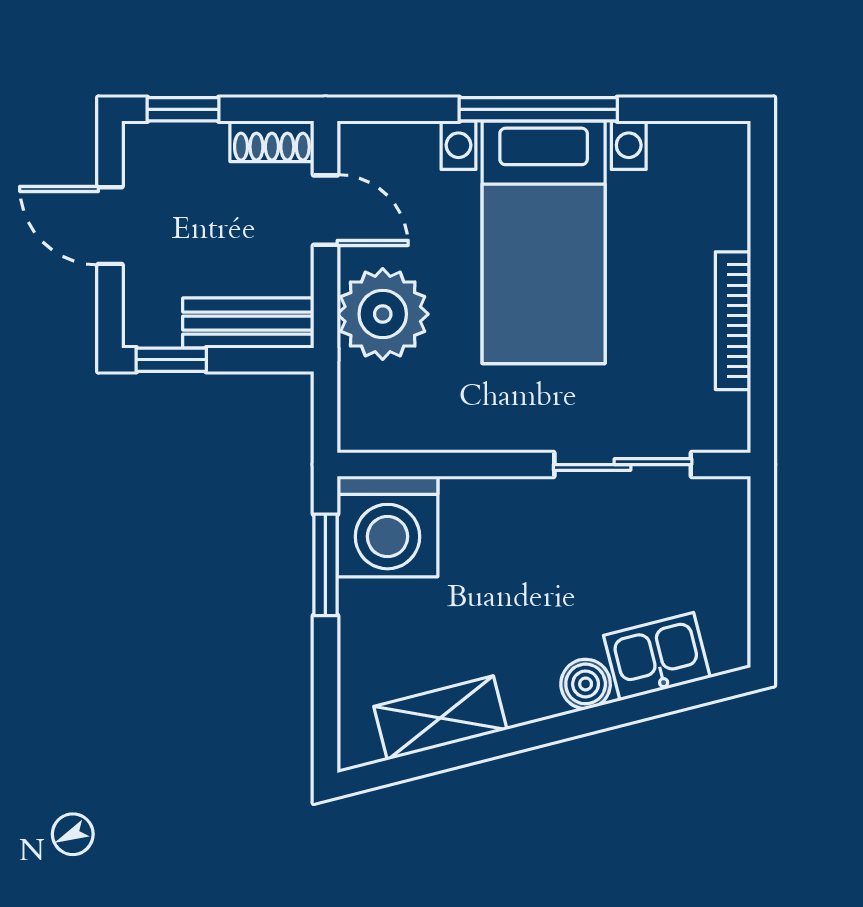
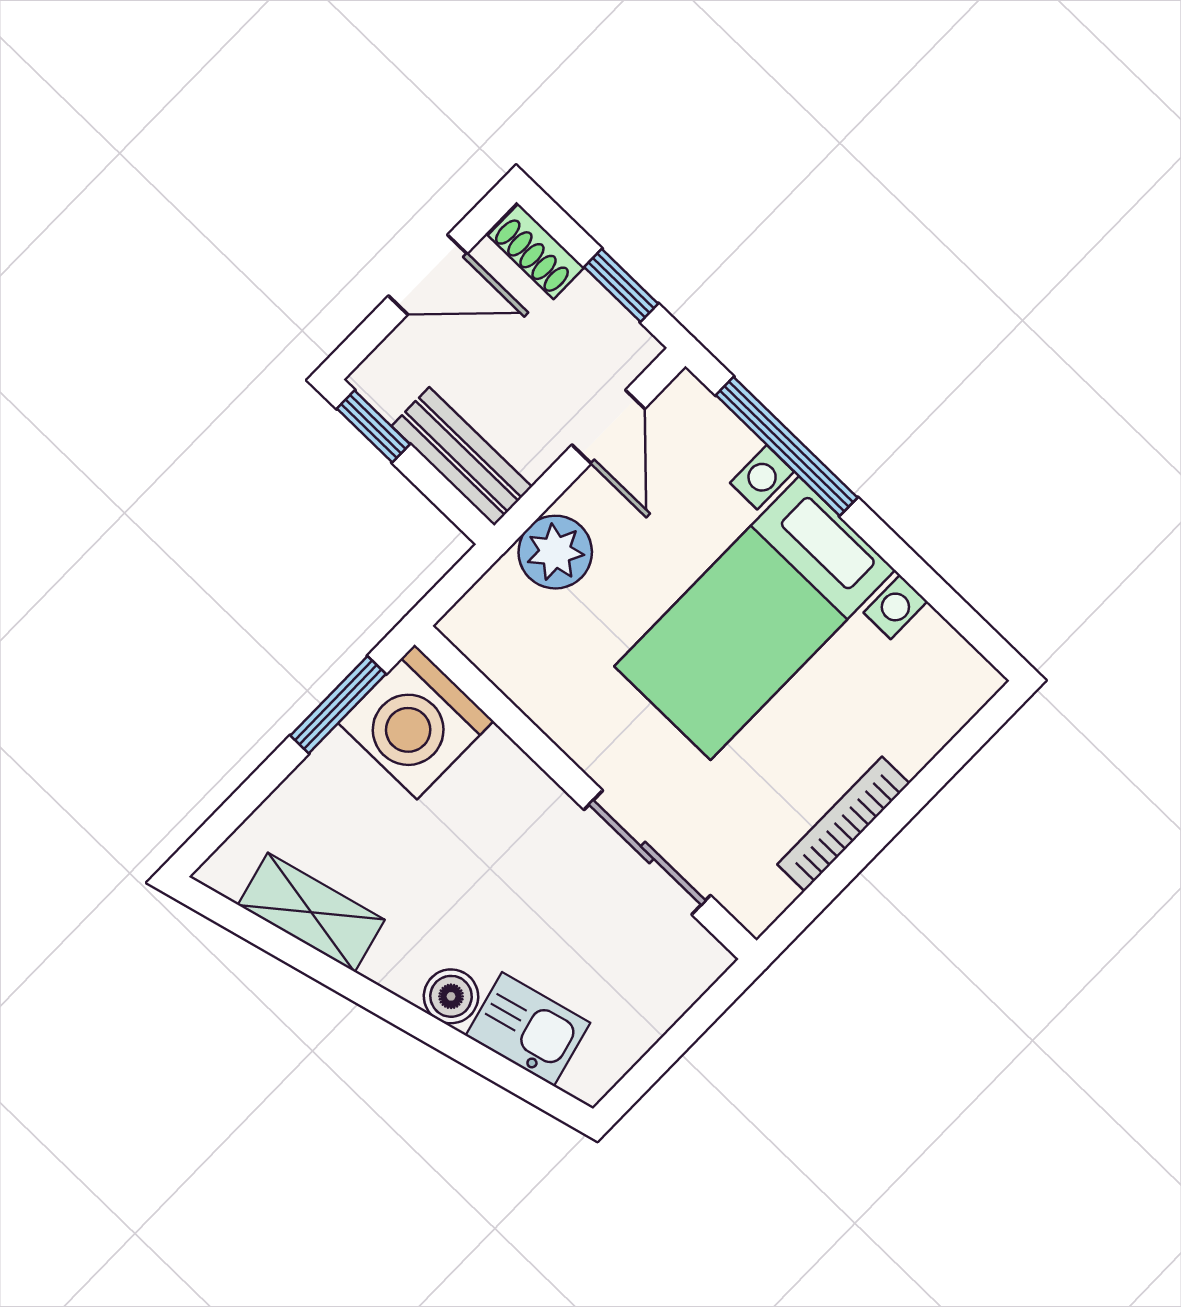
window: (183, 109) -> (621, 285), moved
window: (538, 109) -> (787, 446), moved
shoe rack: (272, 141) -> (536, 251), moved
door: (110, 226) -> (428, 275), swing flipped
plant: (383, 314) -> (555, 552), width x0.73, depth x0.73

